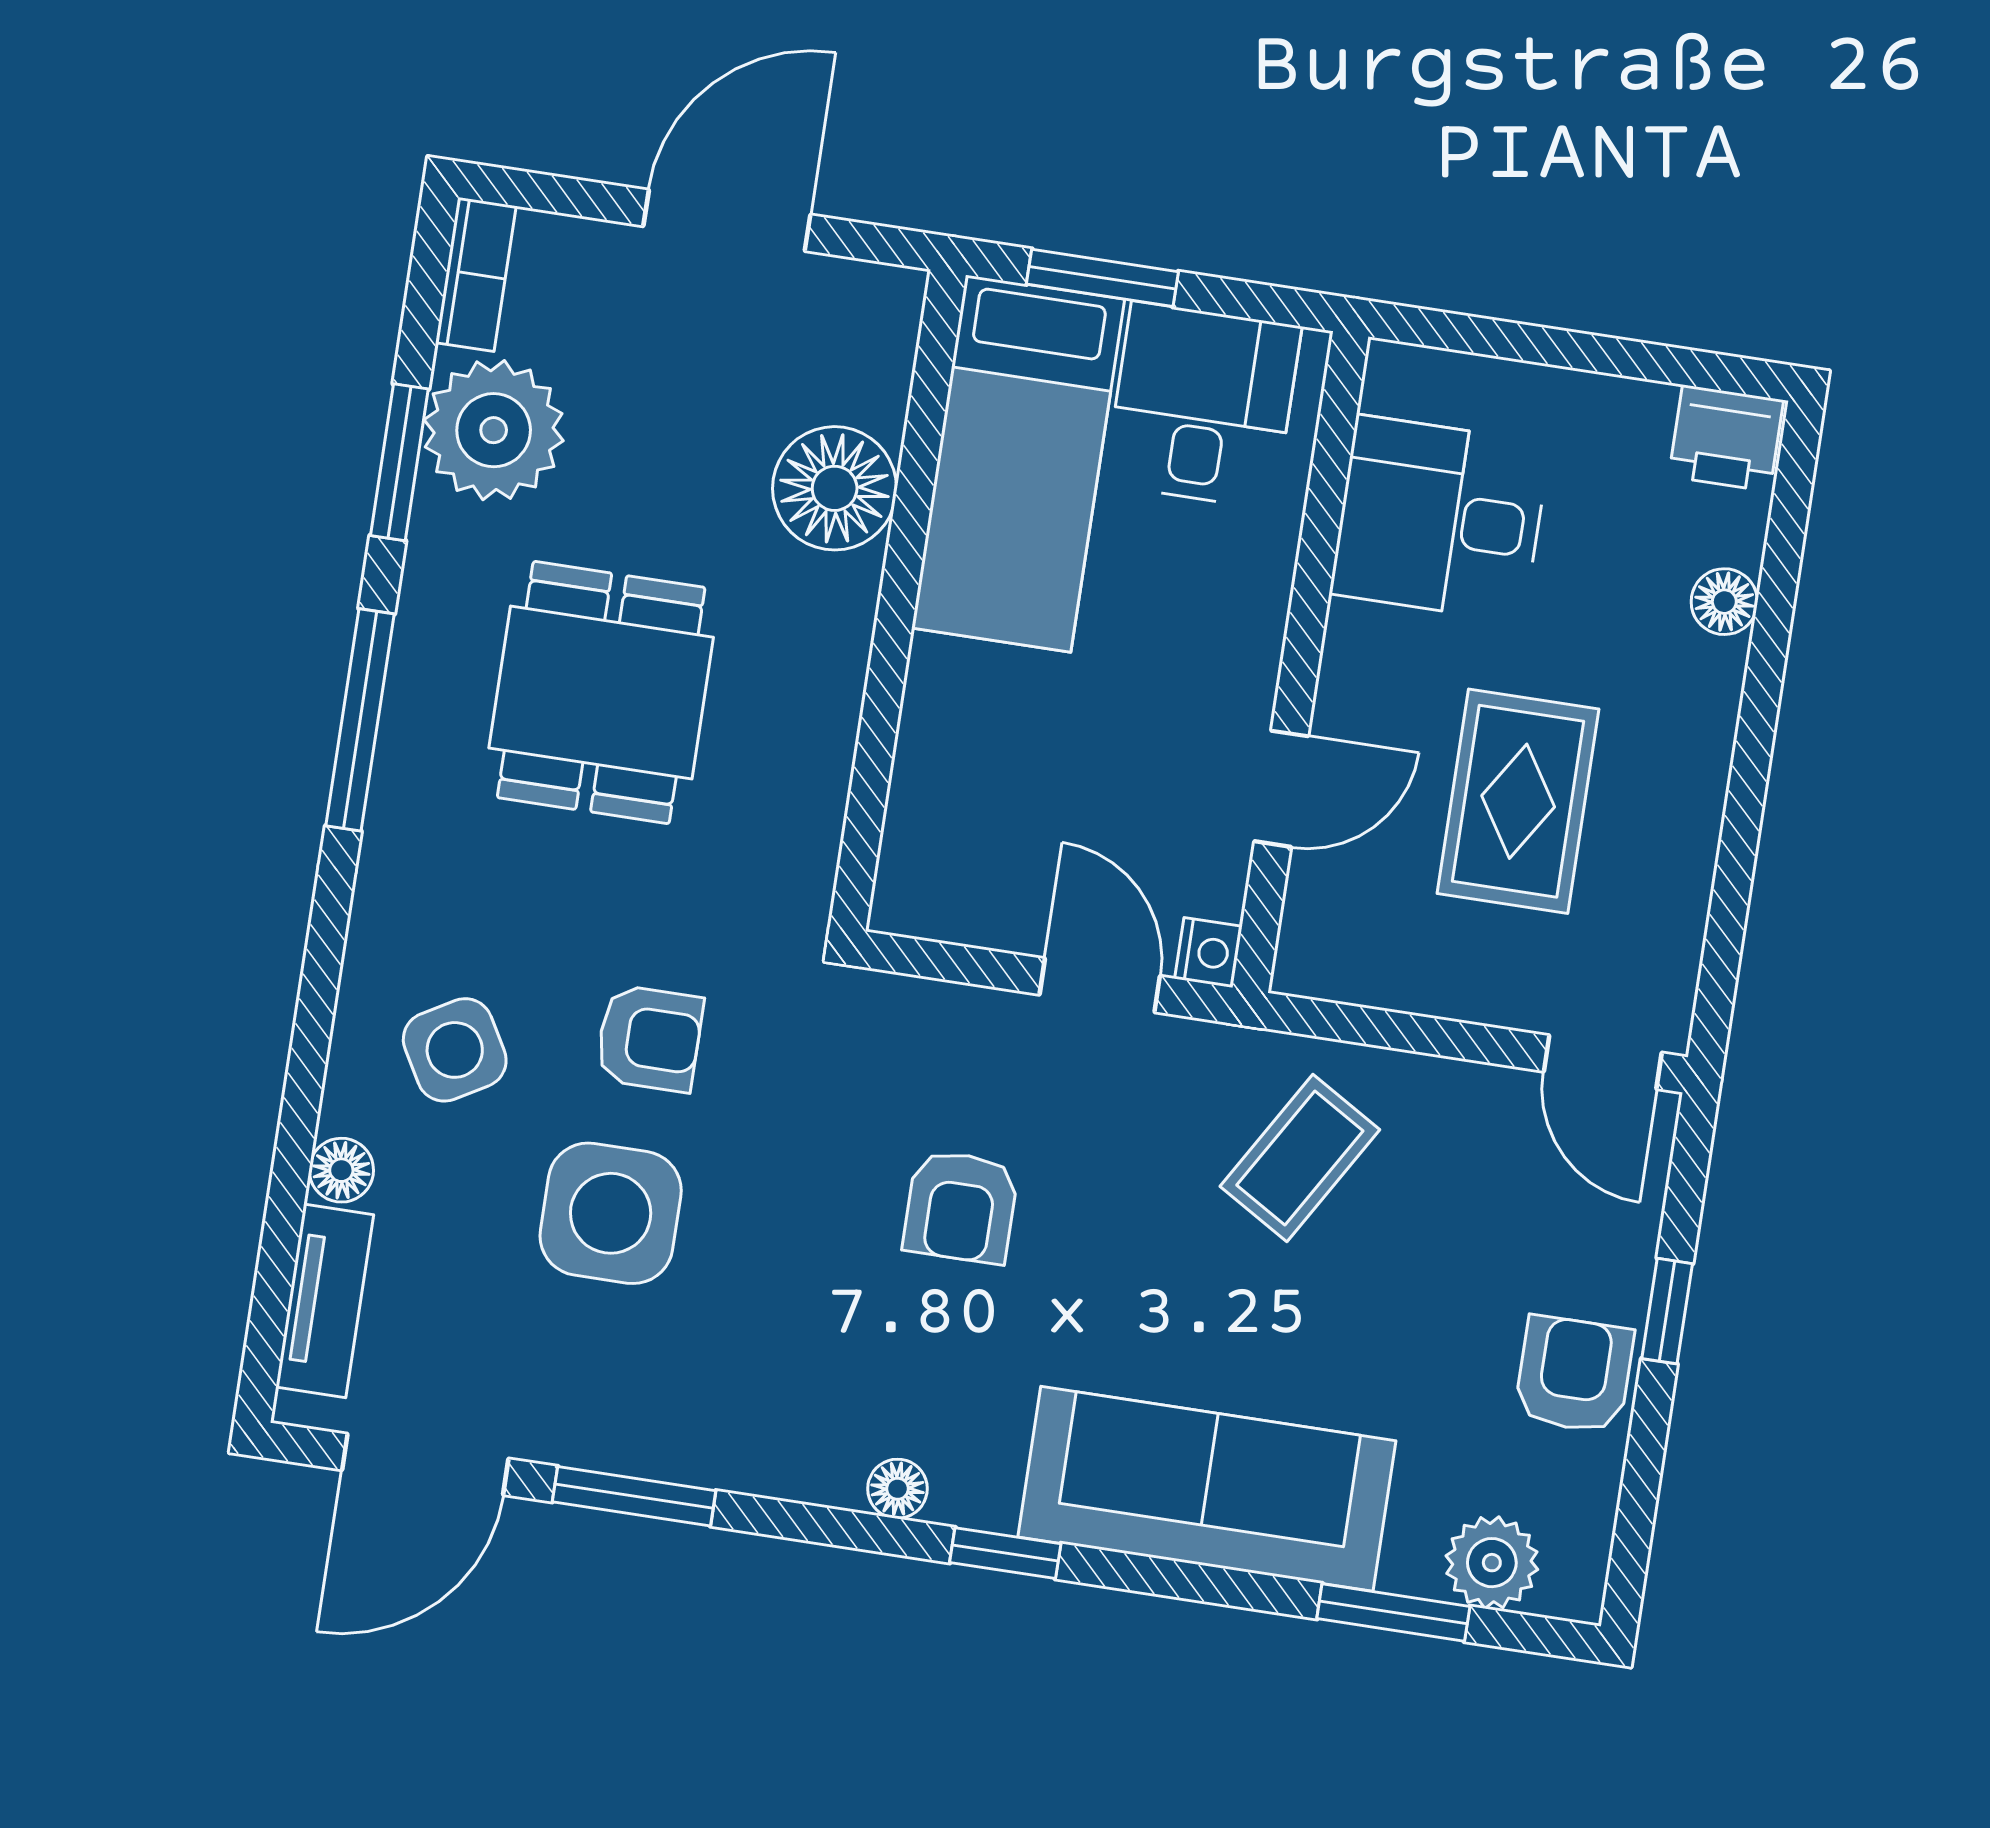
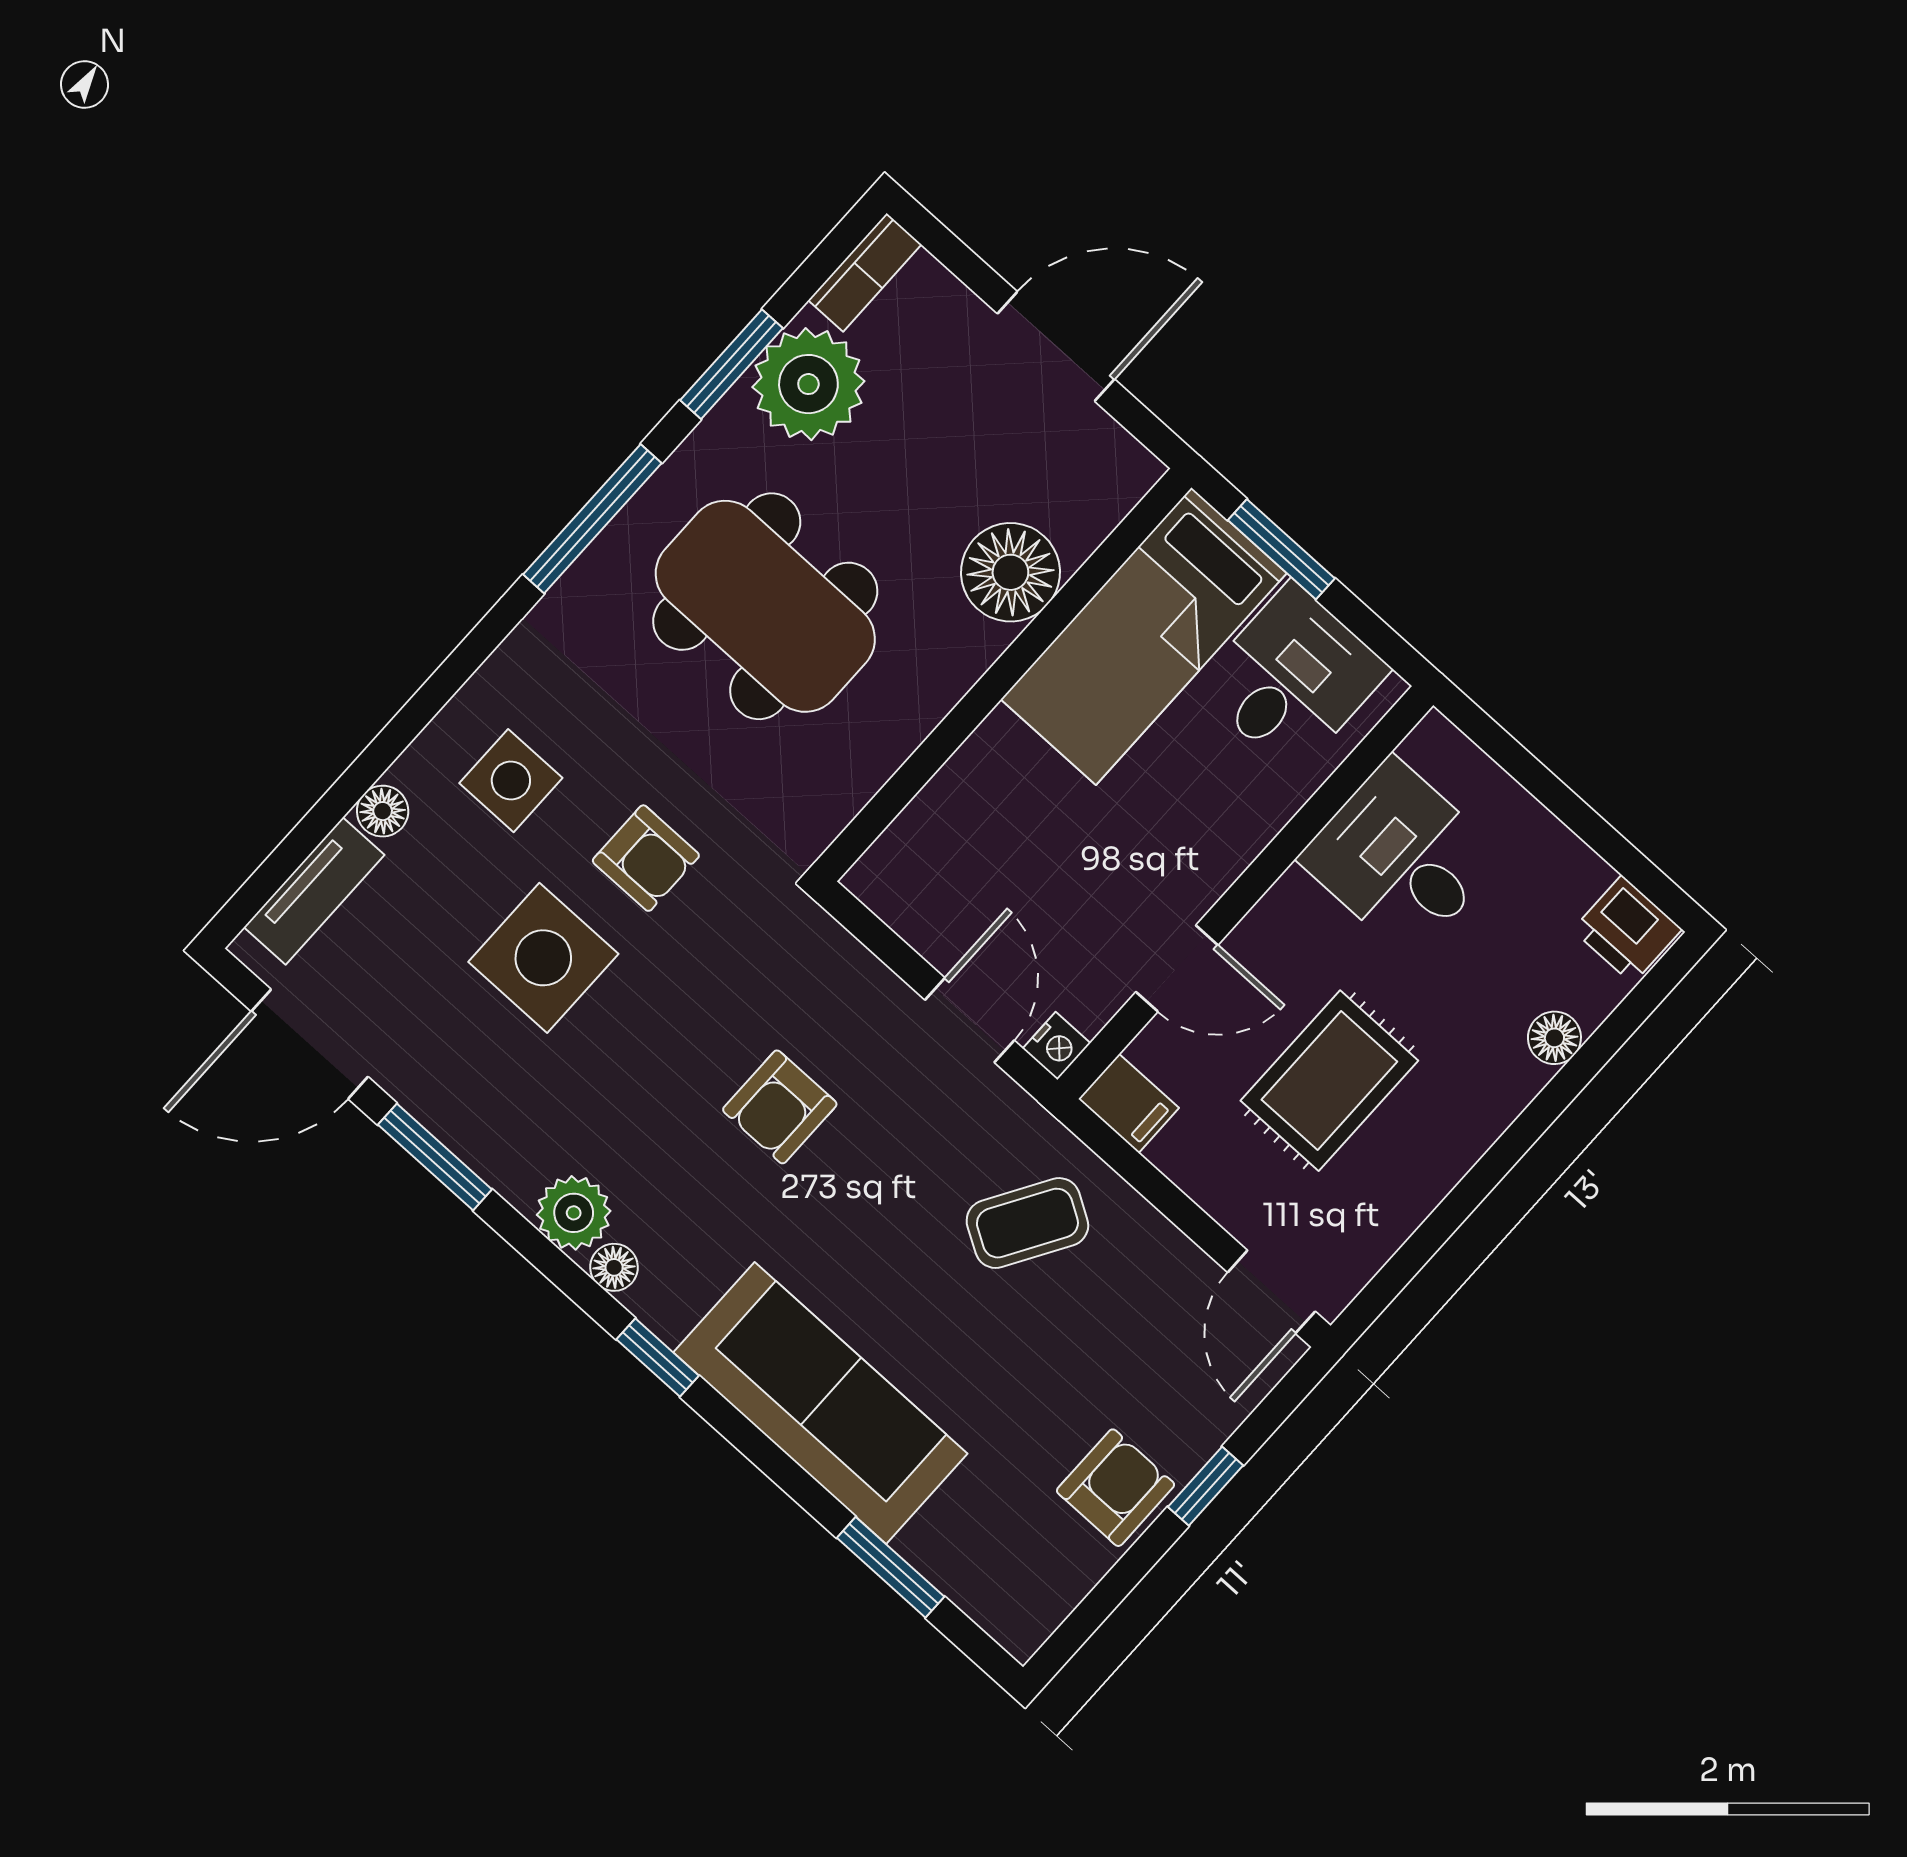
dining table: (601, 693) -> (765, 606), width x1.38
filing cabinet: (1324, 963) -> (1129, 1103), added
side table: (455, 1050) -> (511, 781), turned 30
plant: (1492, 1563) -> (574, 1213), moved

